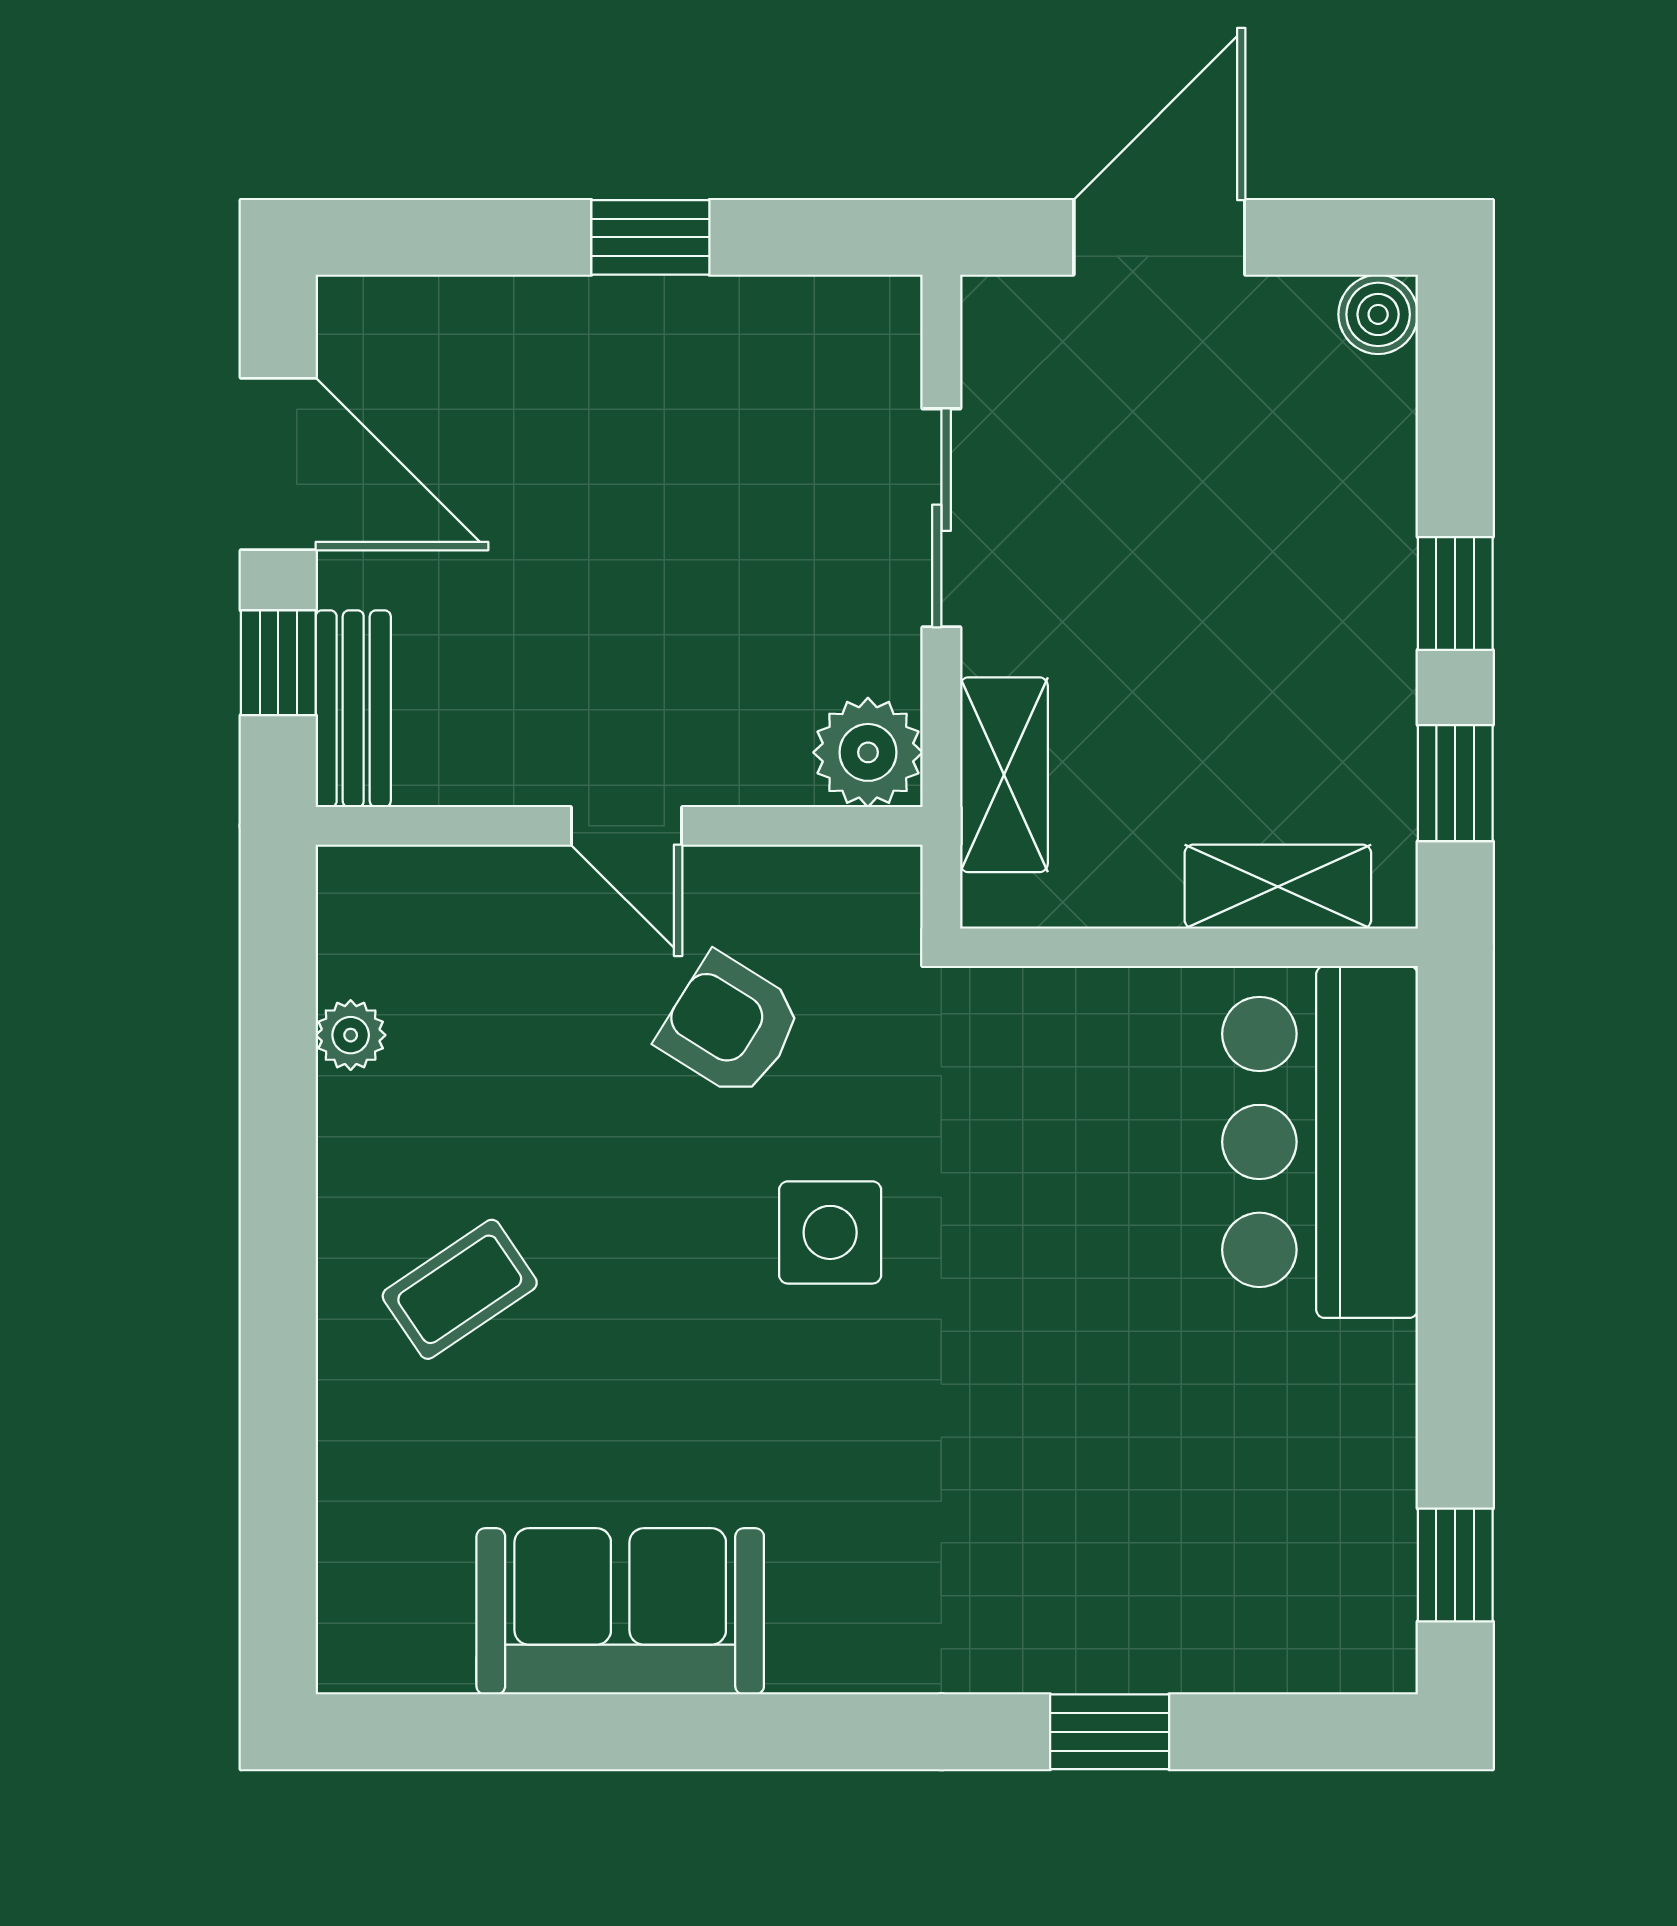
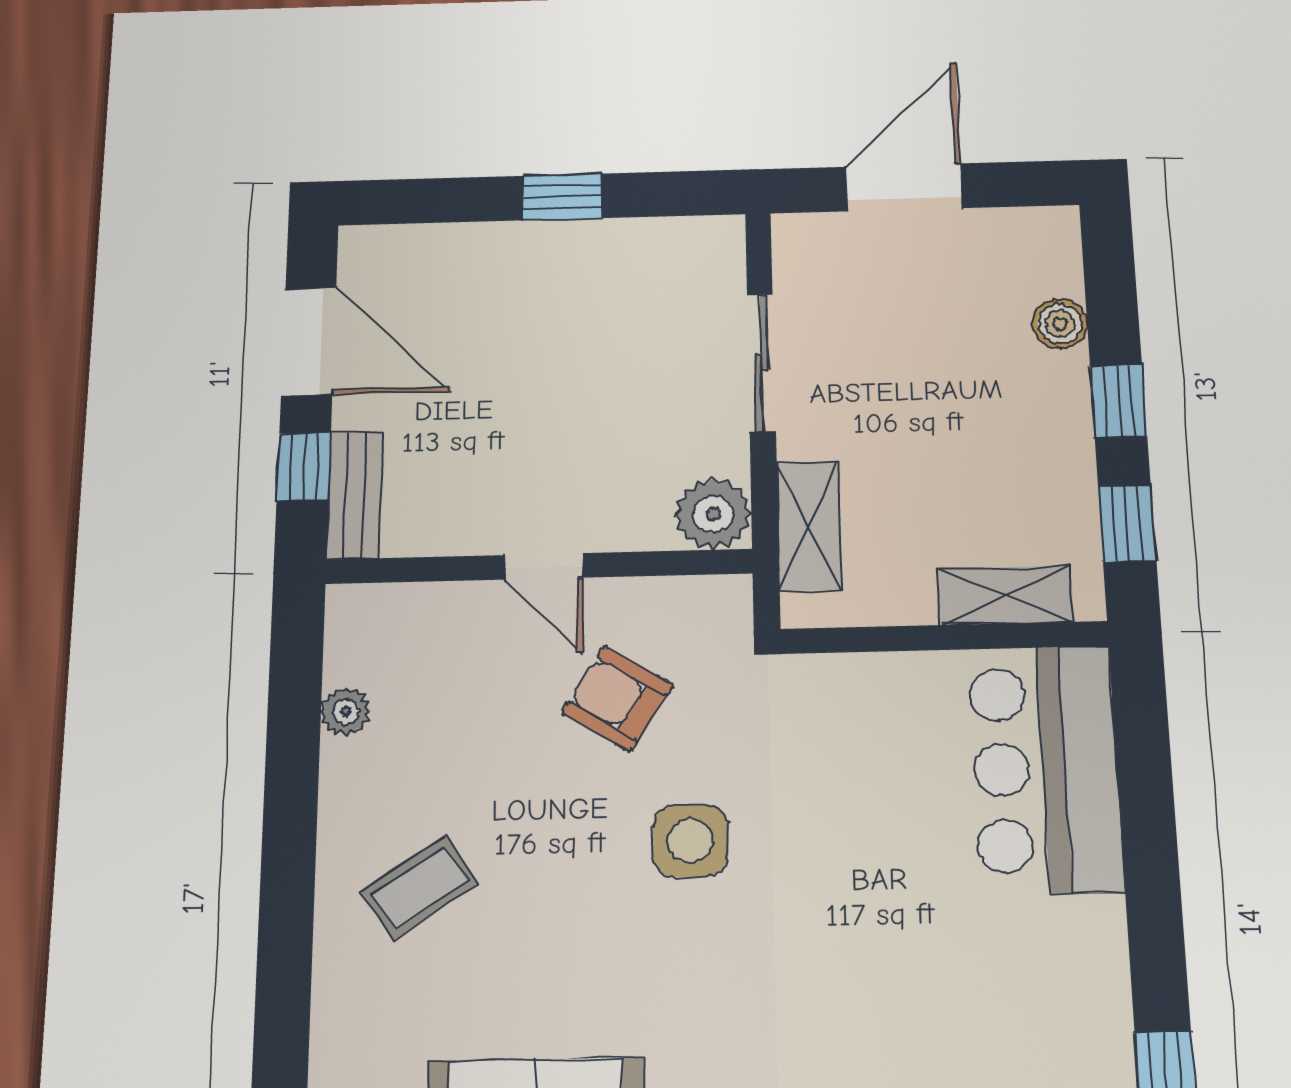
boiler: (1378, 314) -> (1060, 324), moved

